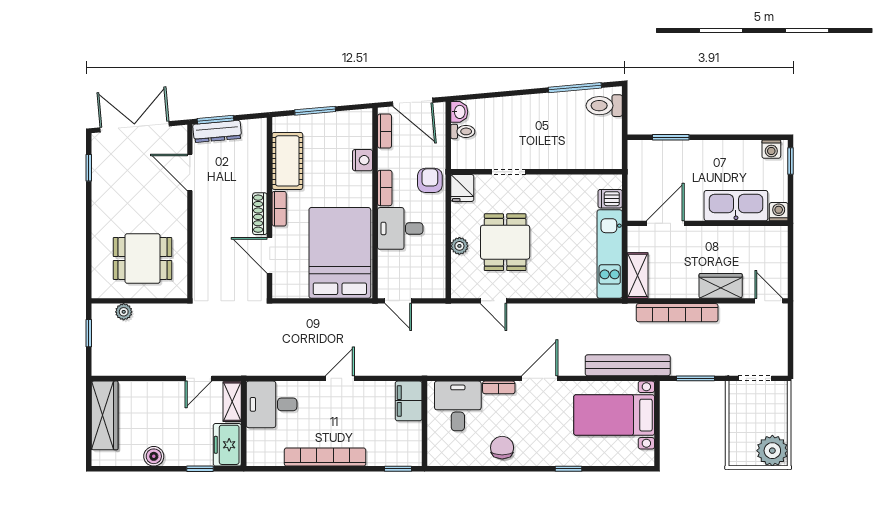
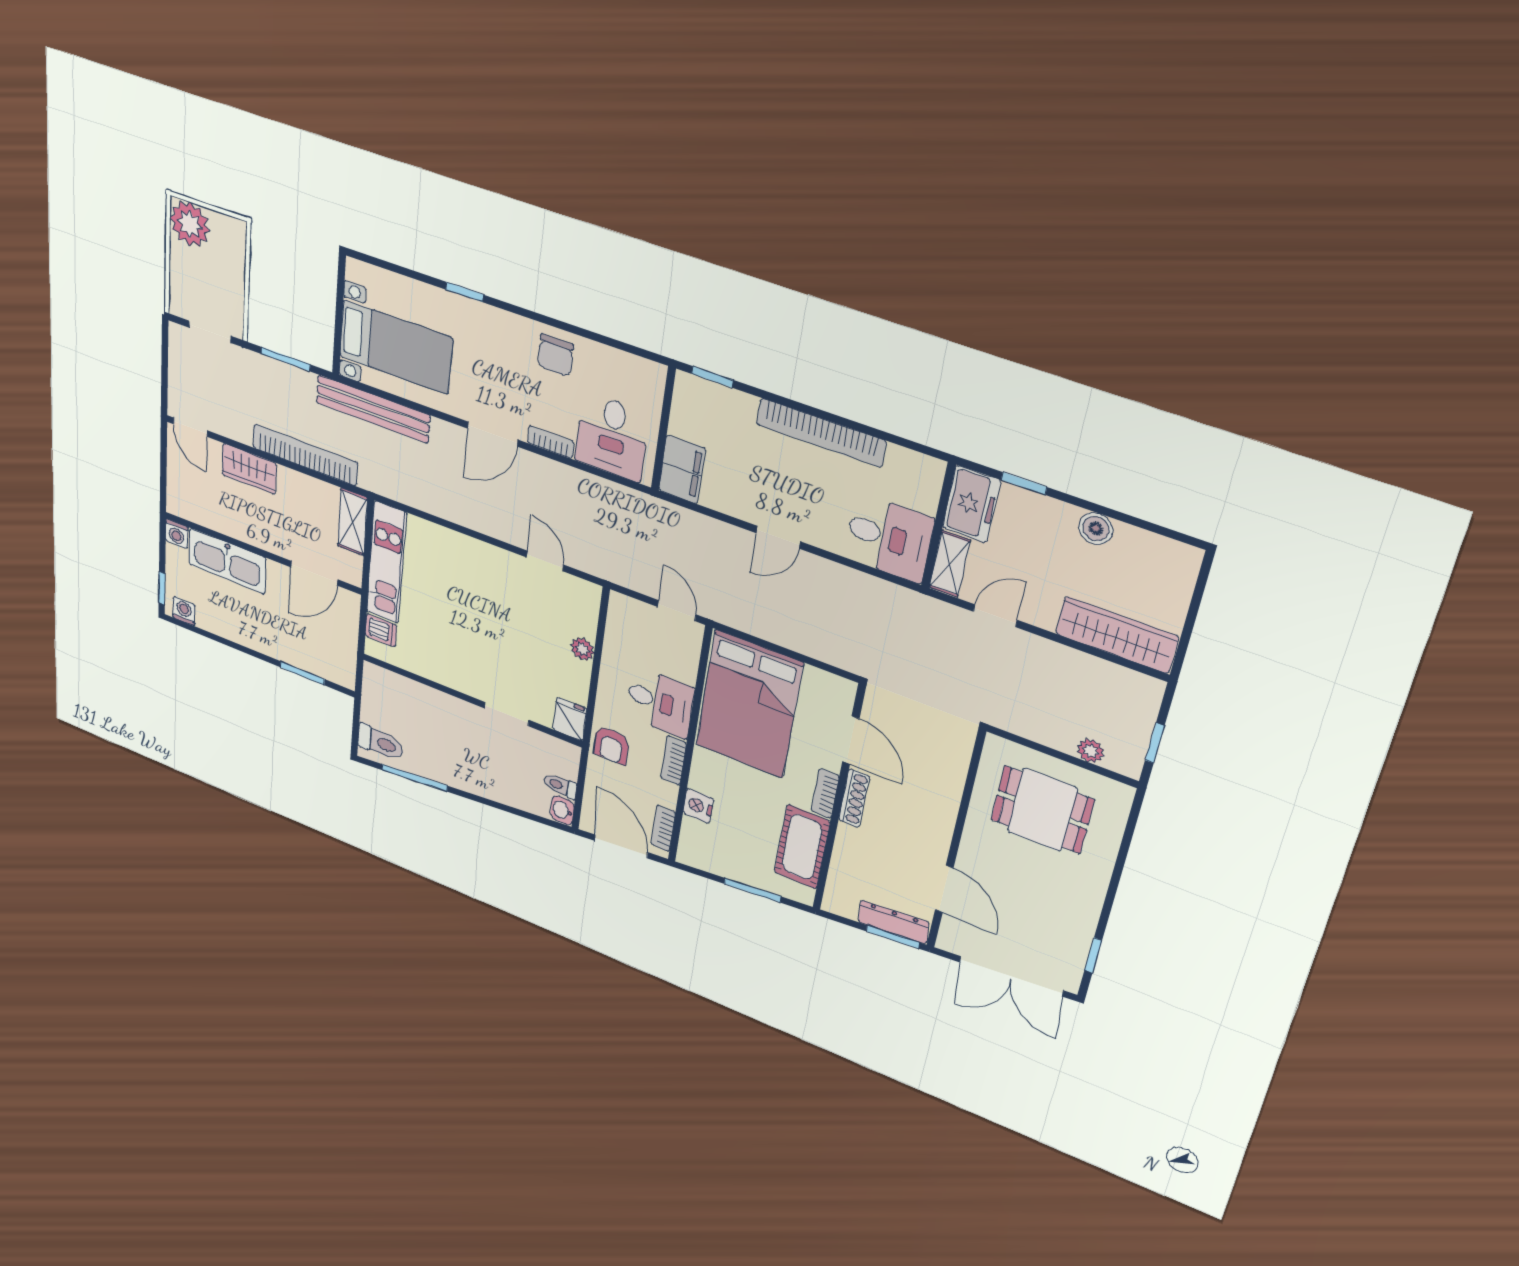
dining table: (505, 242) -> (521, 630), removed
wardrobe: (105, 415) -> (1117, 635), moved, turned 90

